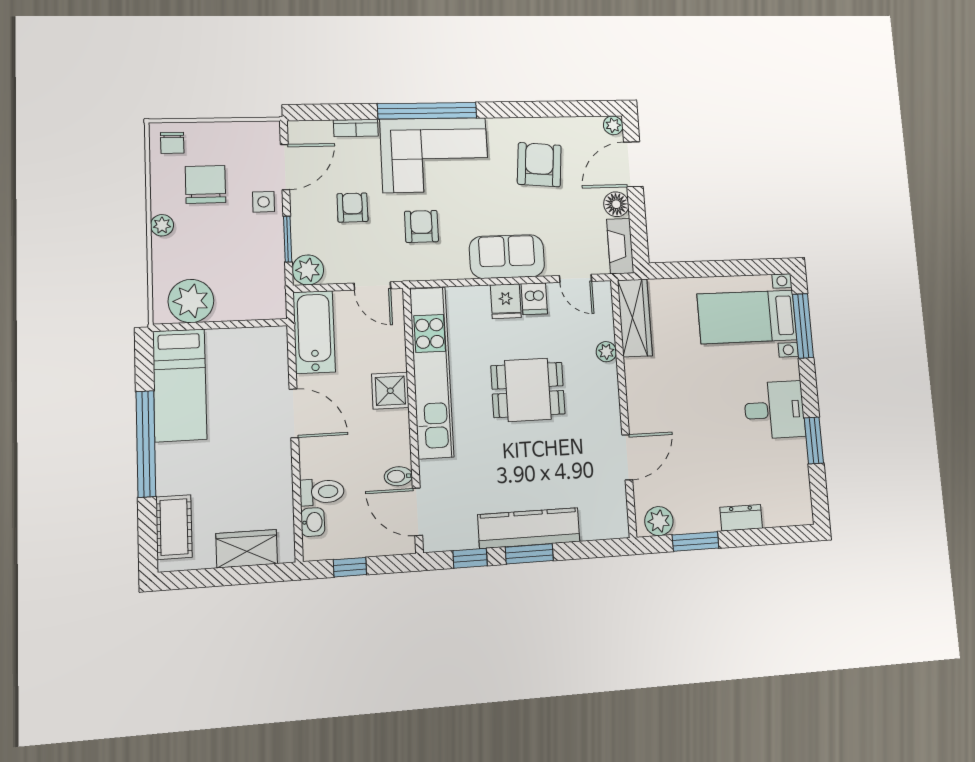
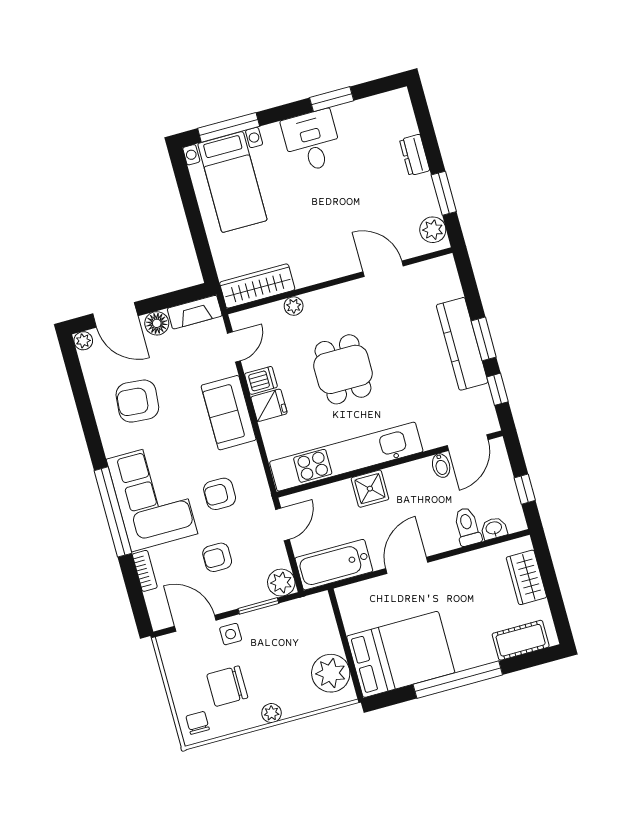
chair: (172, 143) -> (198, 723), turned -90
bed: (180, 385) -> (401, 654), width x1.50

